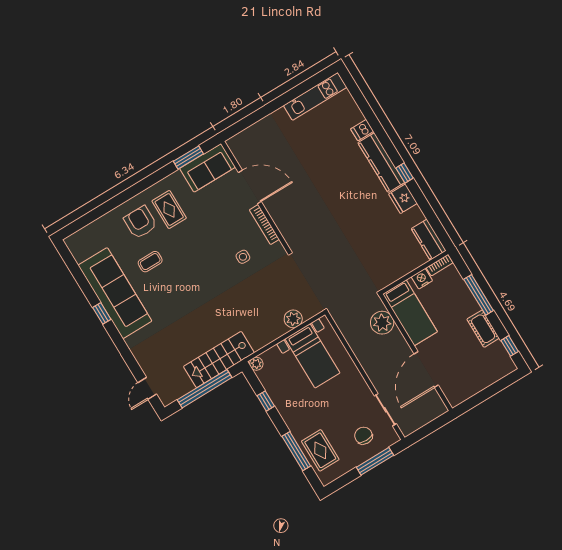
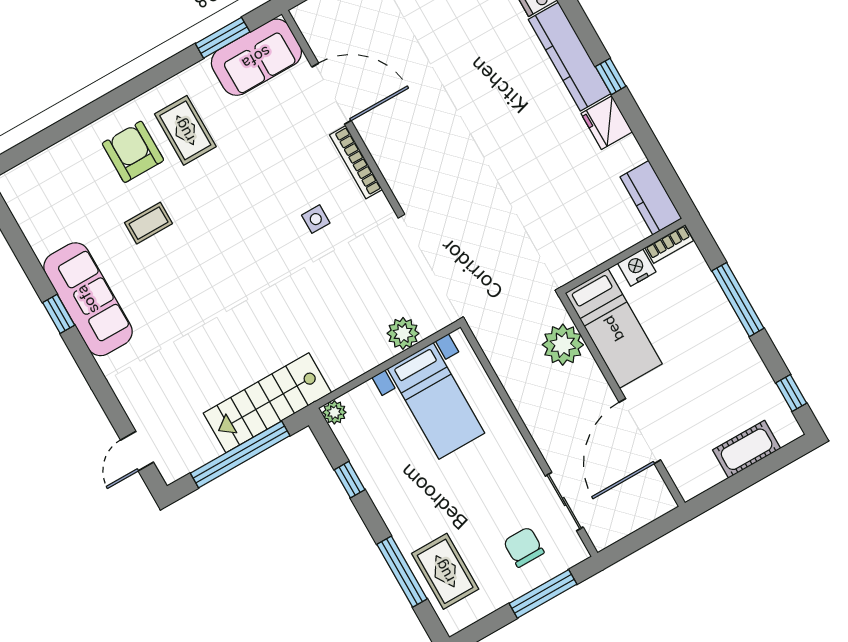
sofa: (115, 293) -> (88, 299), width x0.74, depth x0.79
cot: (483, 329) -> (747, 449), moved, turned 90

